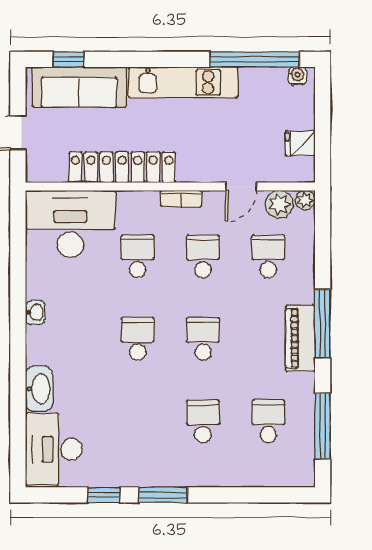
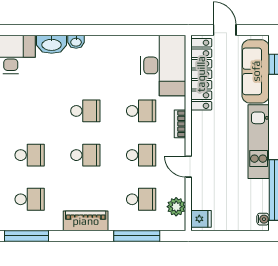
fridge: (300, 143) -> (201, 219), moved, turned 90
locker: (122, 167) -> (201, 74), moved
door: (241, 187) -> (188, 167), moved
bookcase: (181, 199) -> (180, 124), moved
plant: (305, 200) -> (179, 224), removed
washbasin: (35, 313) -> (76, 42), moved
window: (323, 323) -> (137, 236), moved

